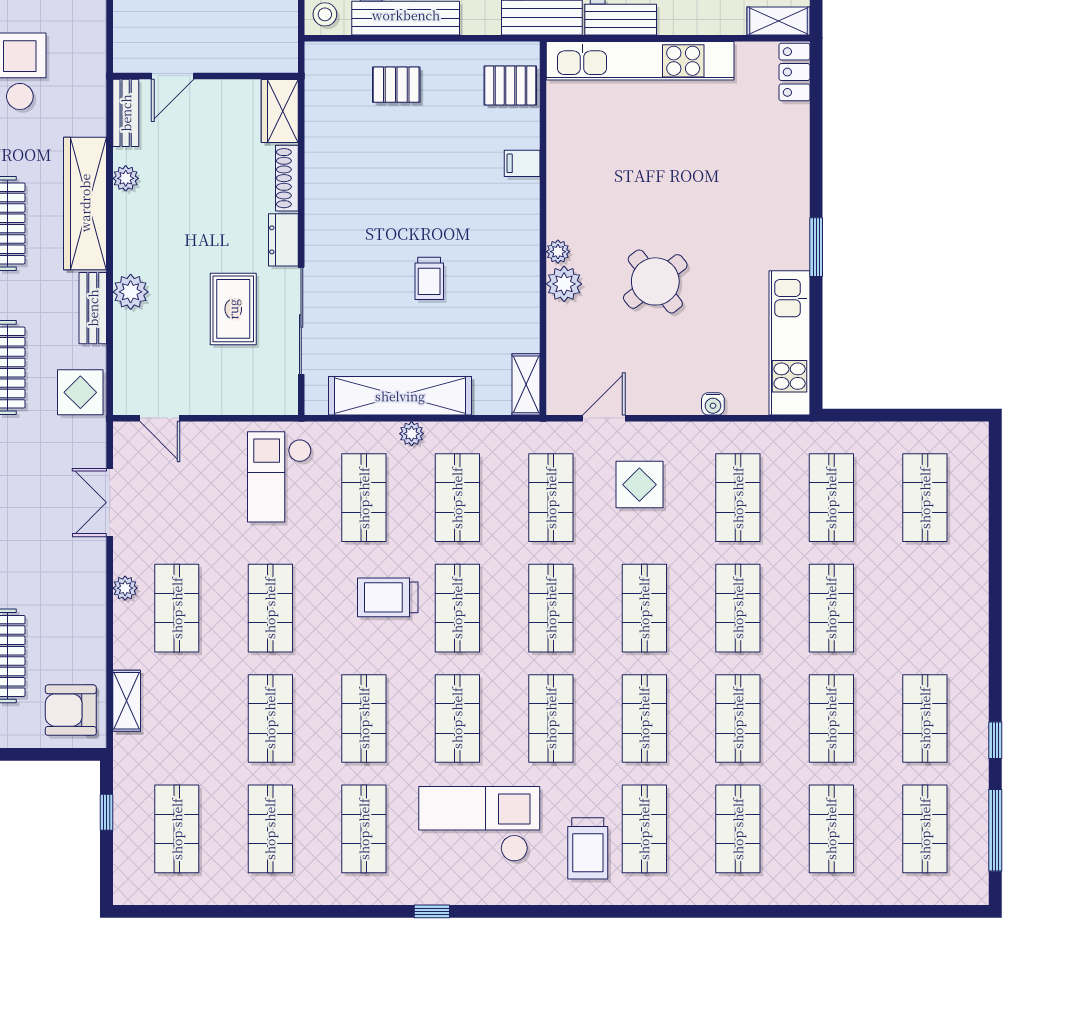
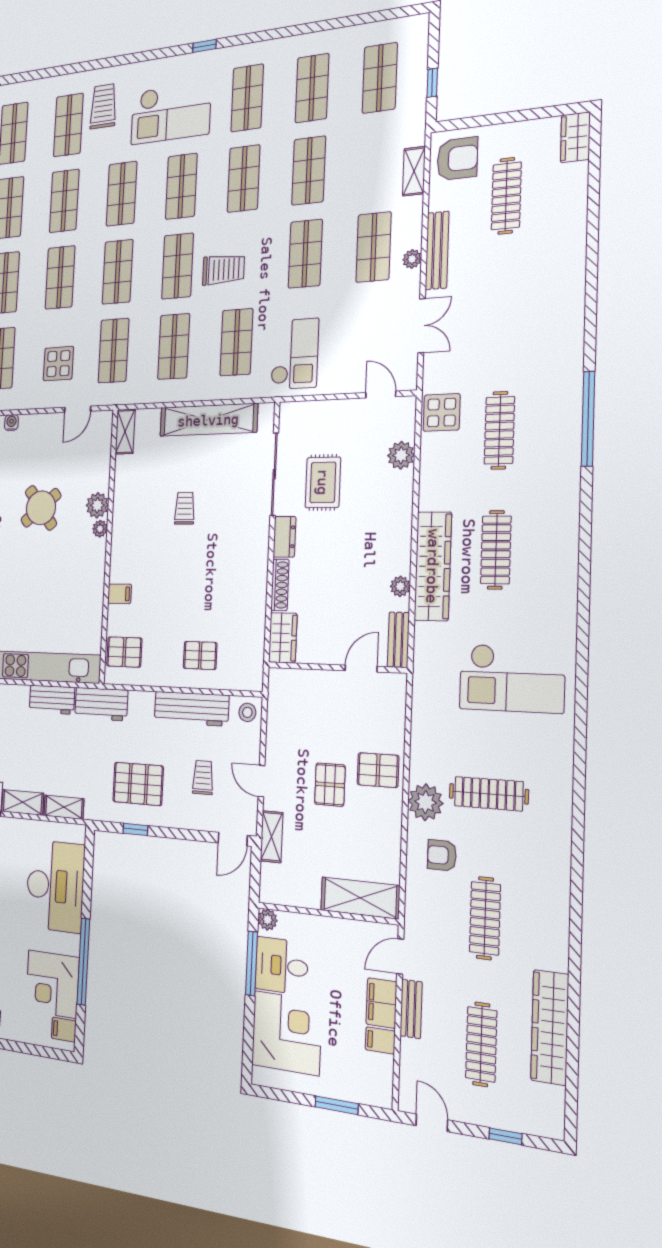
plant: (131, 292) -> (401, 455), moved
bench: (93, 308) -> (437, 250), moved, width x1.36
plant: (412, 434) -> (202, 392), removed

